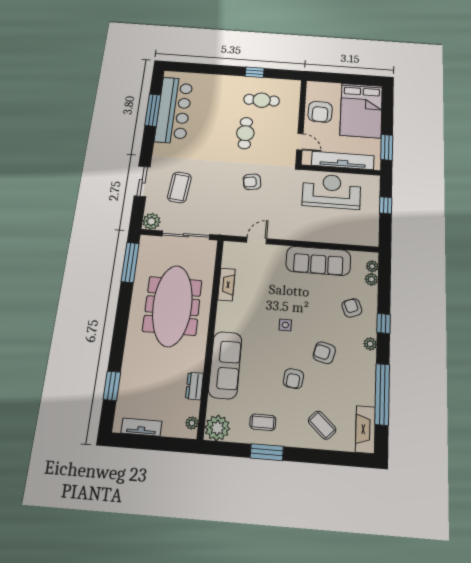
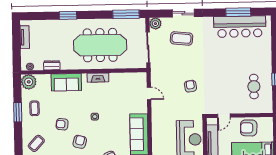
cafe table: (245, 133) -> (227, 78), removed
fireplace: (226, 284) -> (98, 78), moved
sofa: (225, 365) -> (66, 82), width x0.73
window: (112, 386) -> (68, 15), moved

